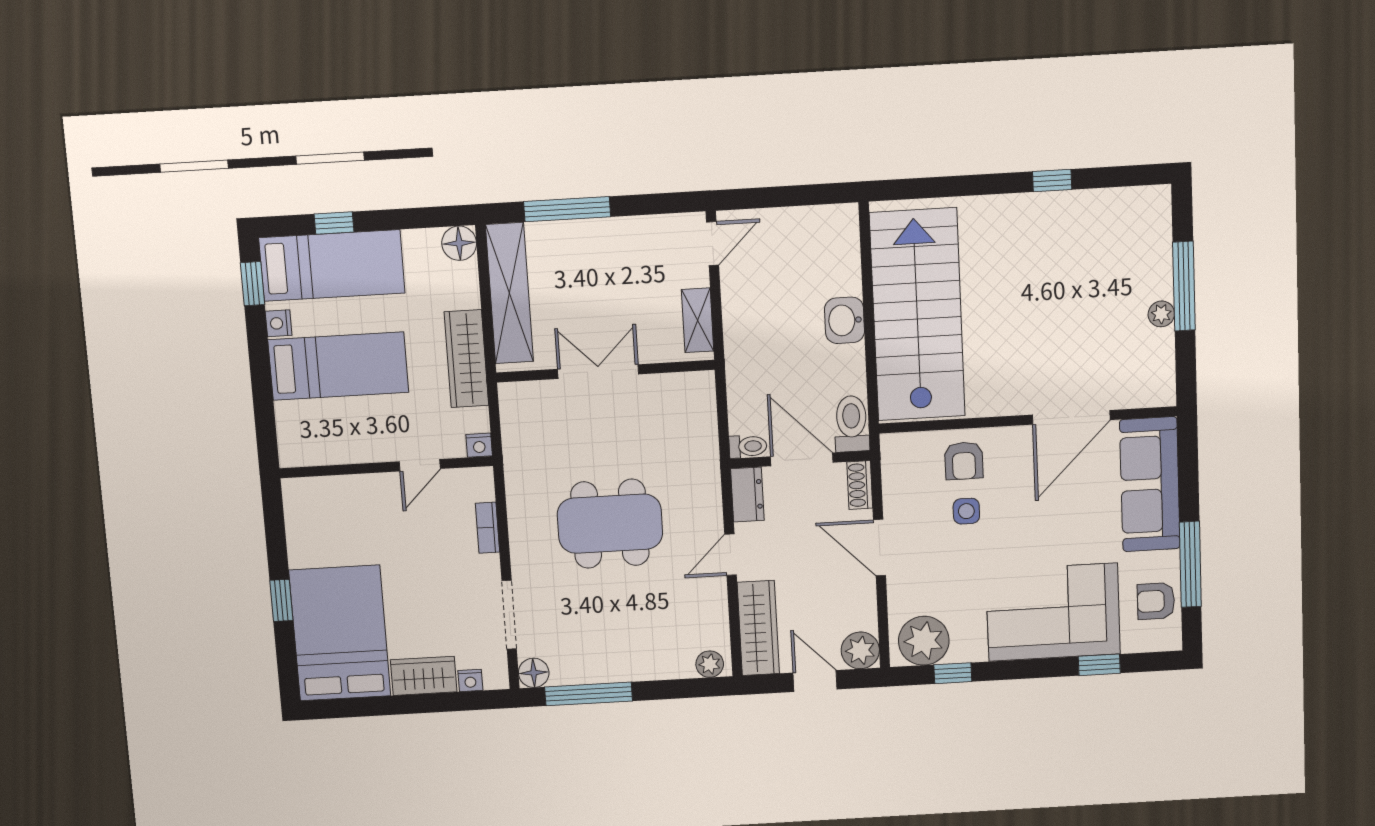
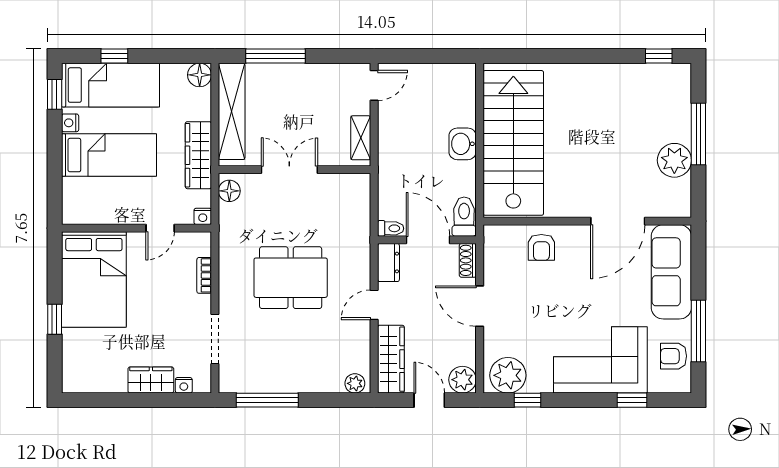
window: (1052, 181) -> (659, 56), moved
plant: (1161, 314) -> (674, 160), width x1.88, depth x1.88
side table: (966, 511) -> (542, 283), removed
bed: (340, 633) -> (94, 279), moved, turned 180
floor lamp: (534, 673) -> (229, 191), moved

